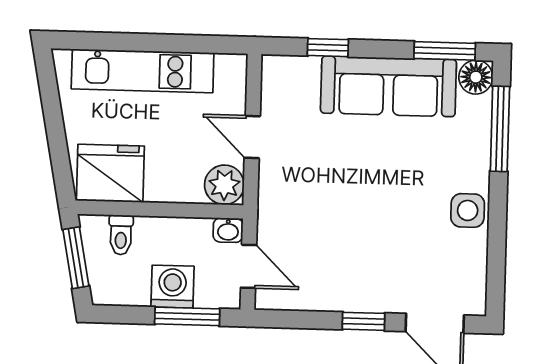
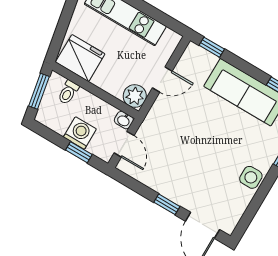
window: (328, 48) -> (212, 47), moved
door: (252, 137) -> (162, 80), swing flipped
window: (187, 316) -> (79, 152), width x0.67

